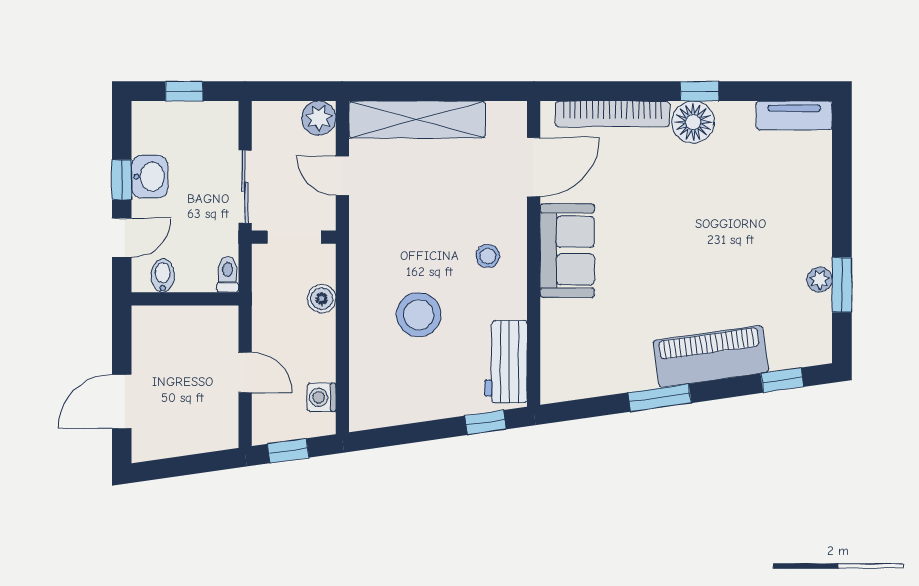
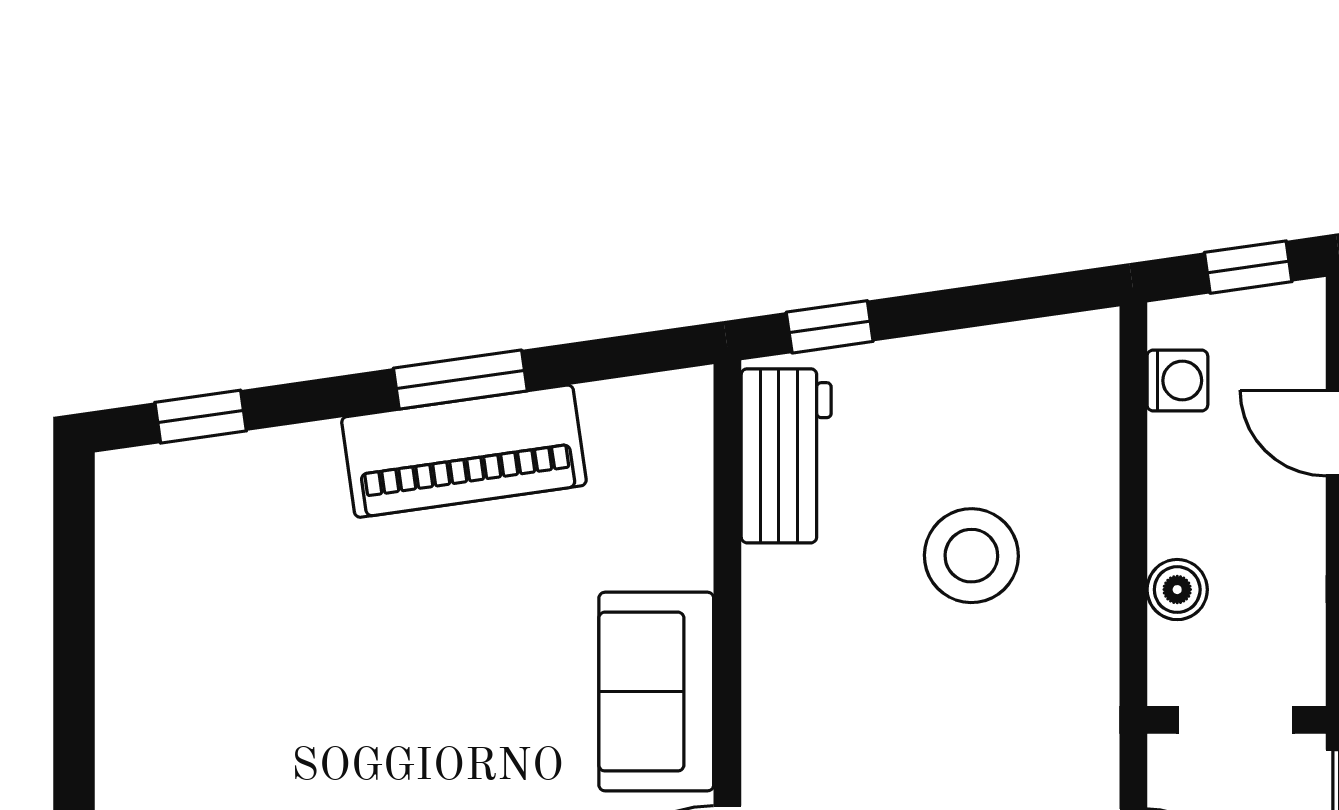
stool: (488, 256) -> (825, 680), removed
plant: (820, 280) -> (121, 630), removed
window: (842, 285) -> (74, 619), removed
piano: (711, 356) -> (464, 451), moved

